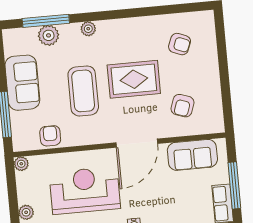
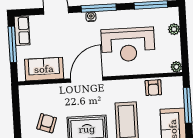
armchair: (183, 106) -> (47, 123), moved

